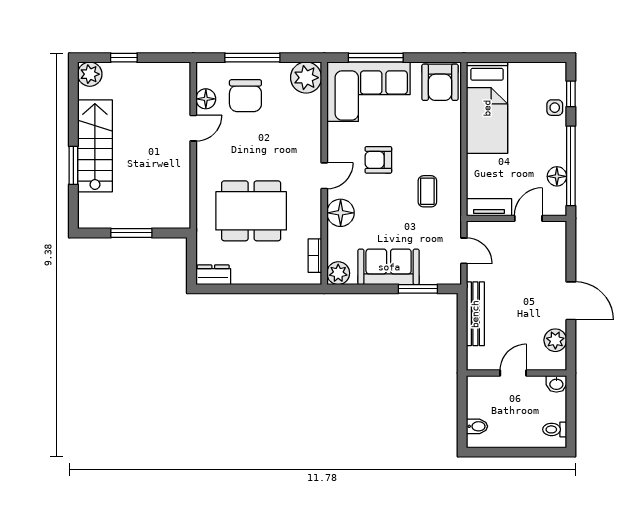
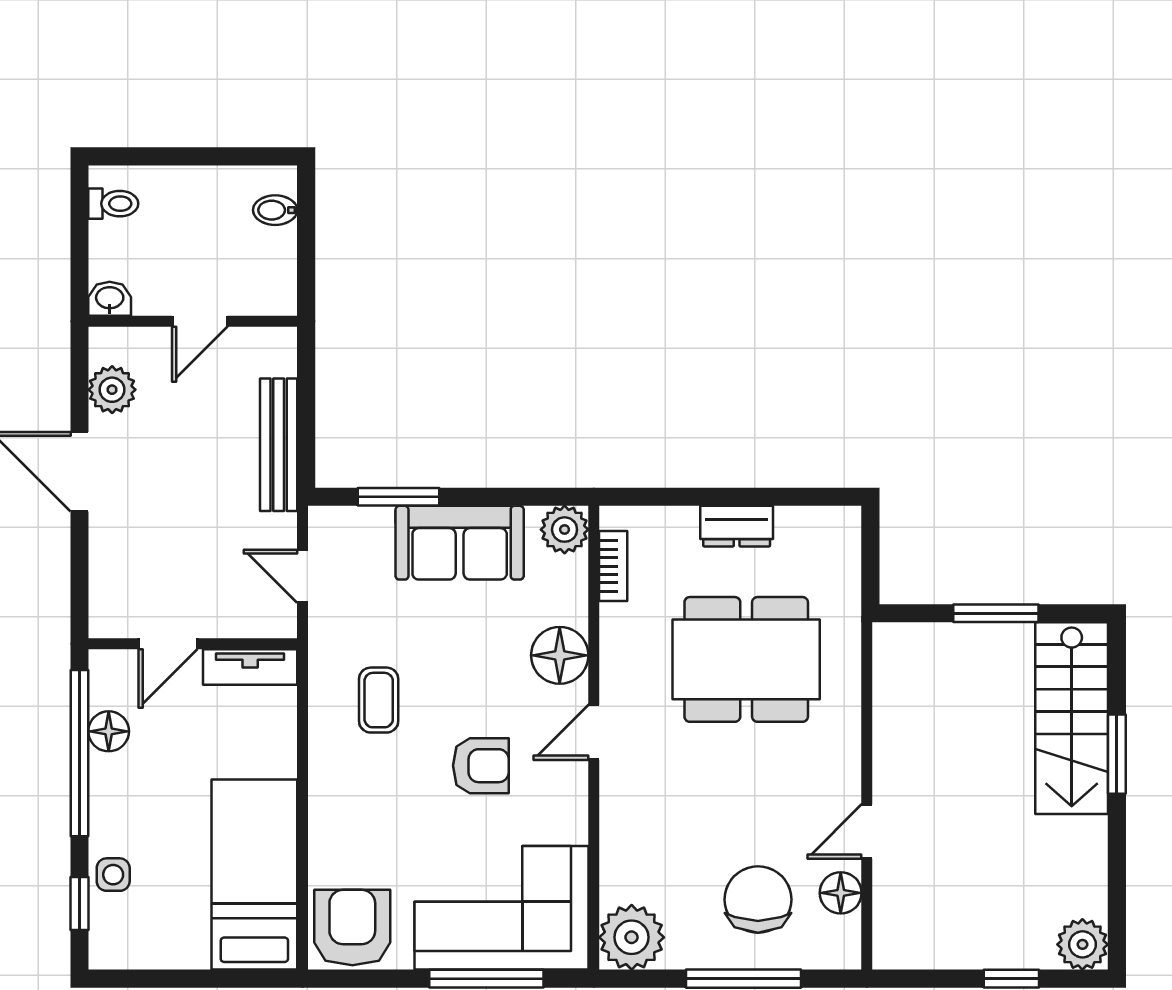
stairs: (95, 146) -> (1072, 718), moved
dresser: (213, 275) -> (737, 526), moved

